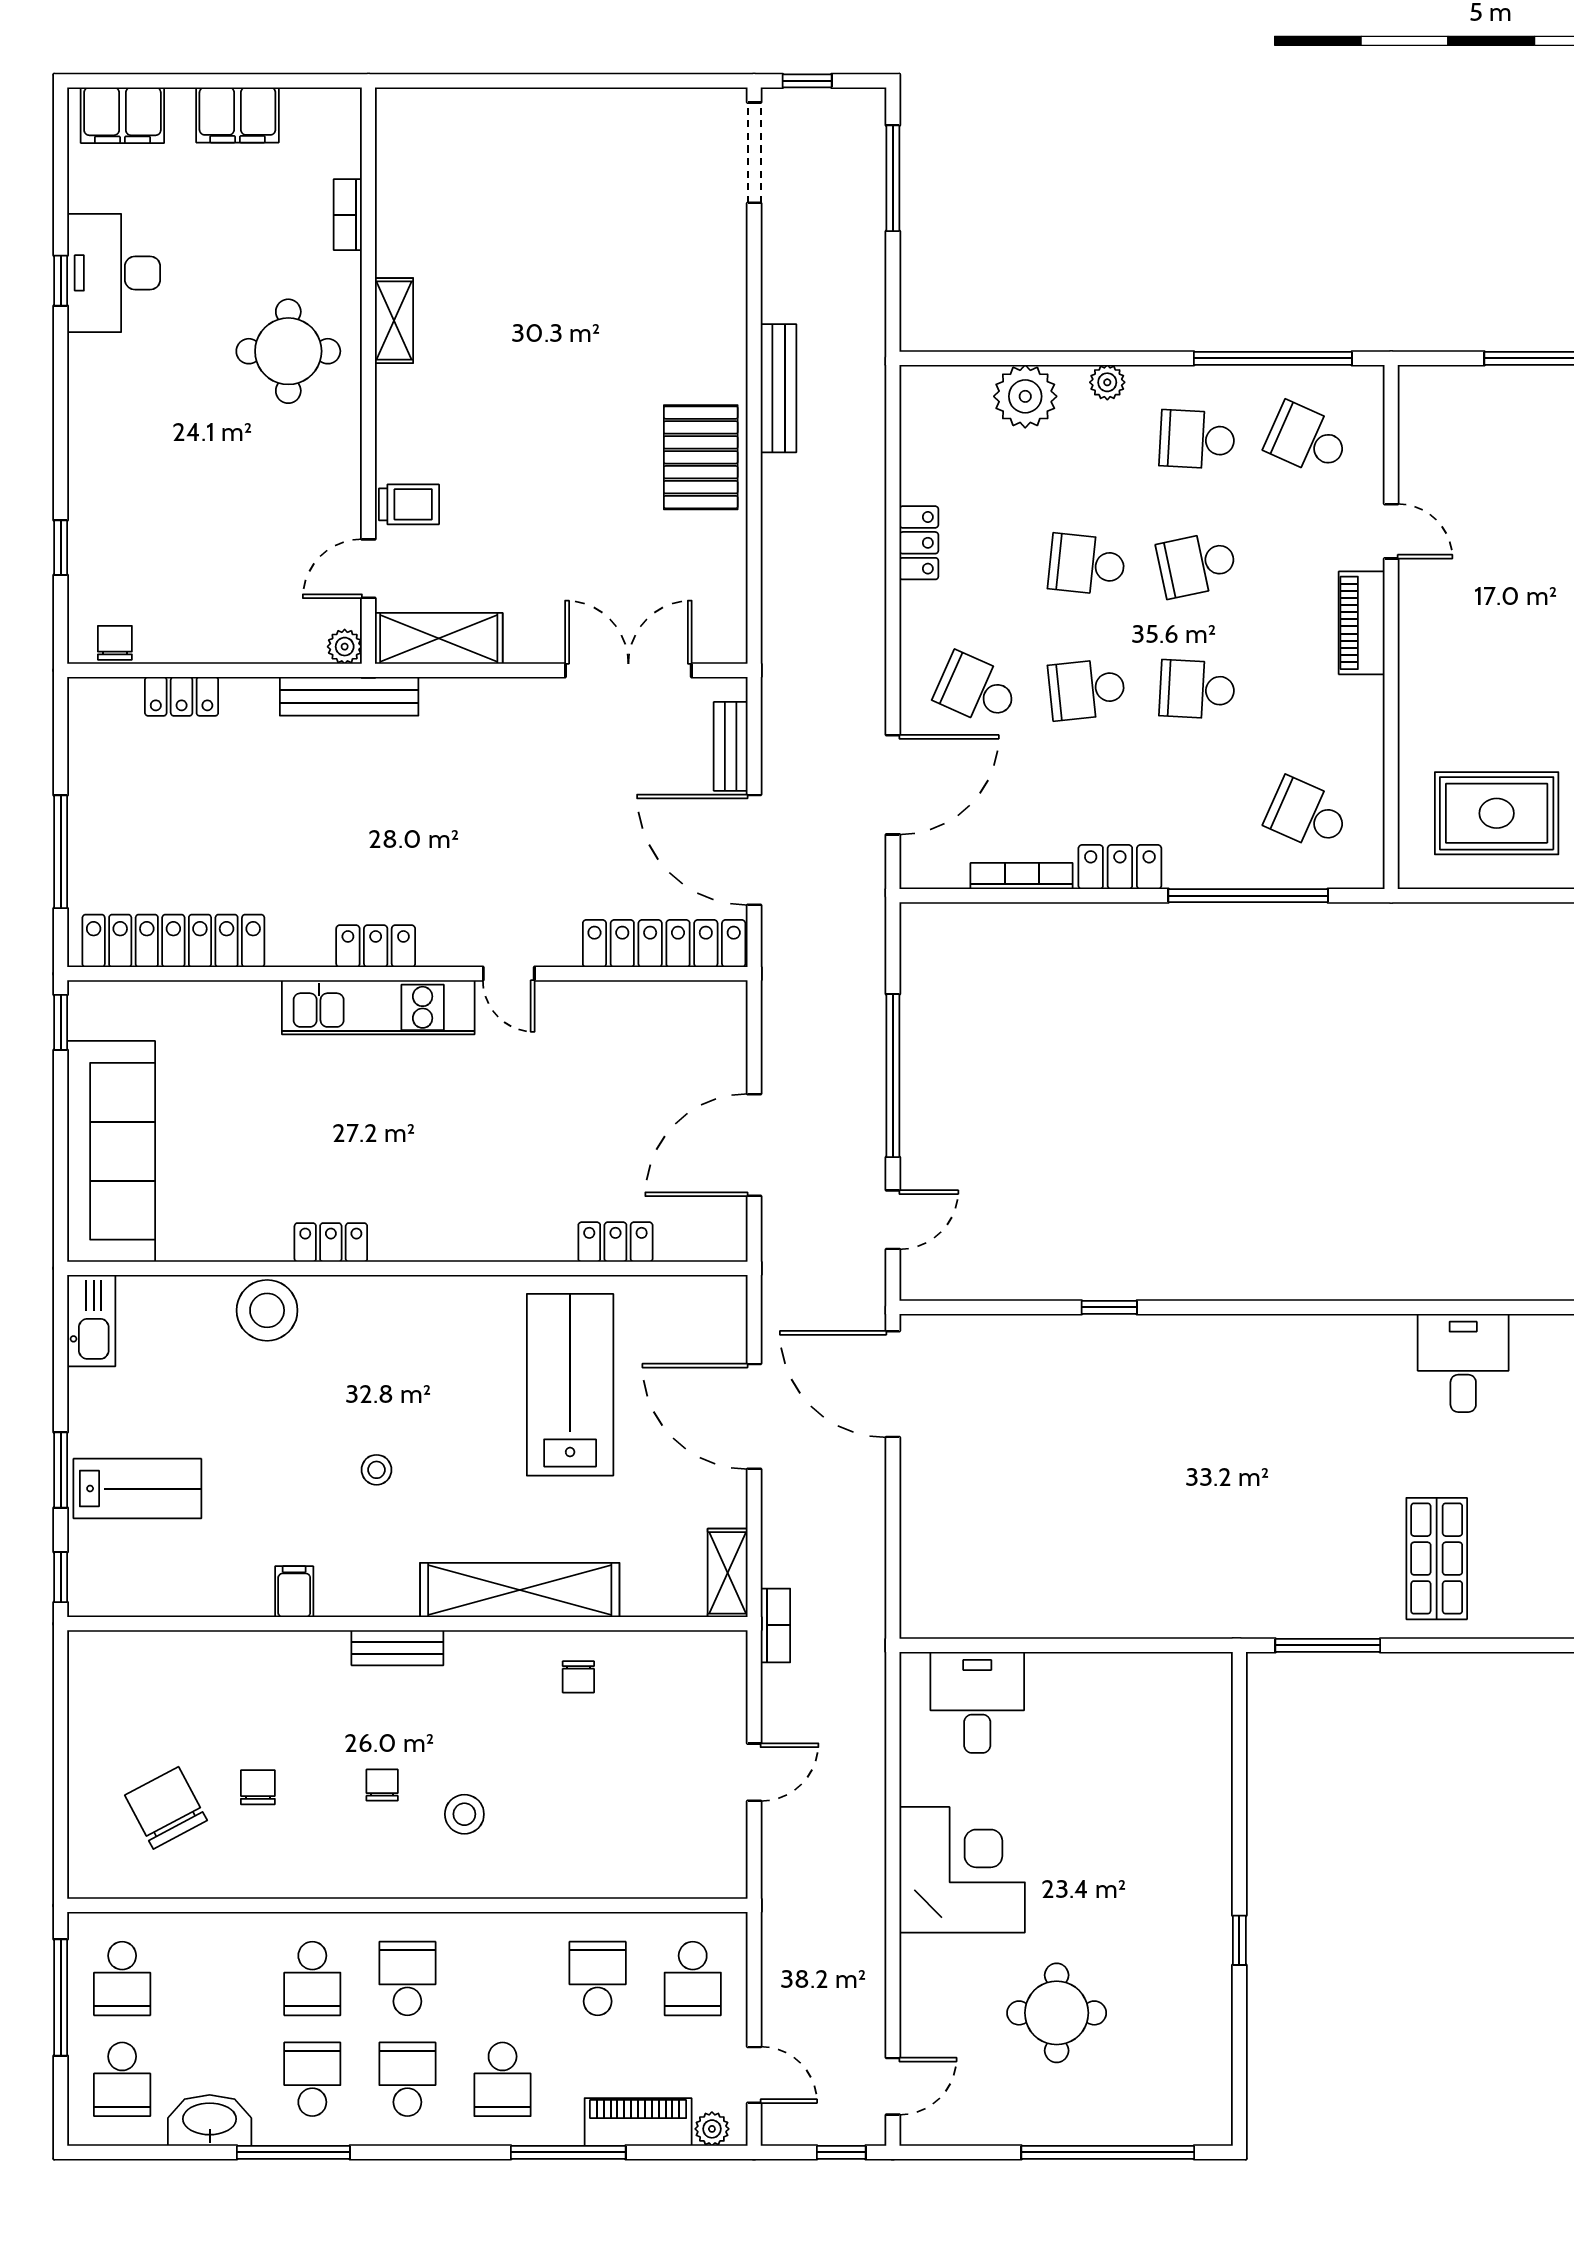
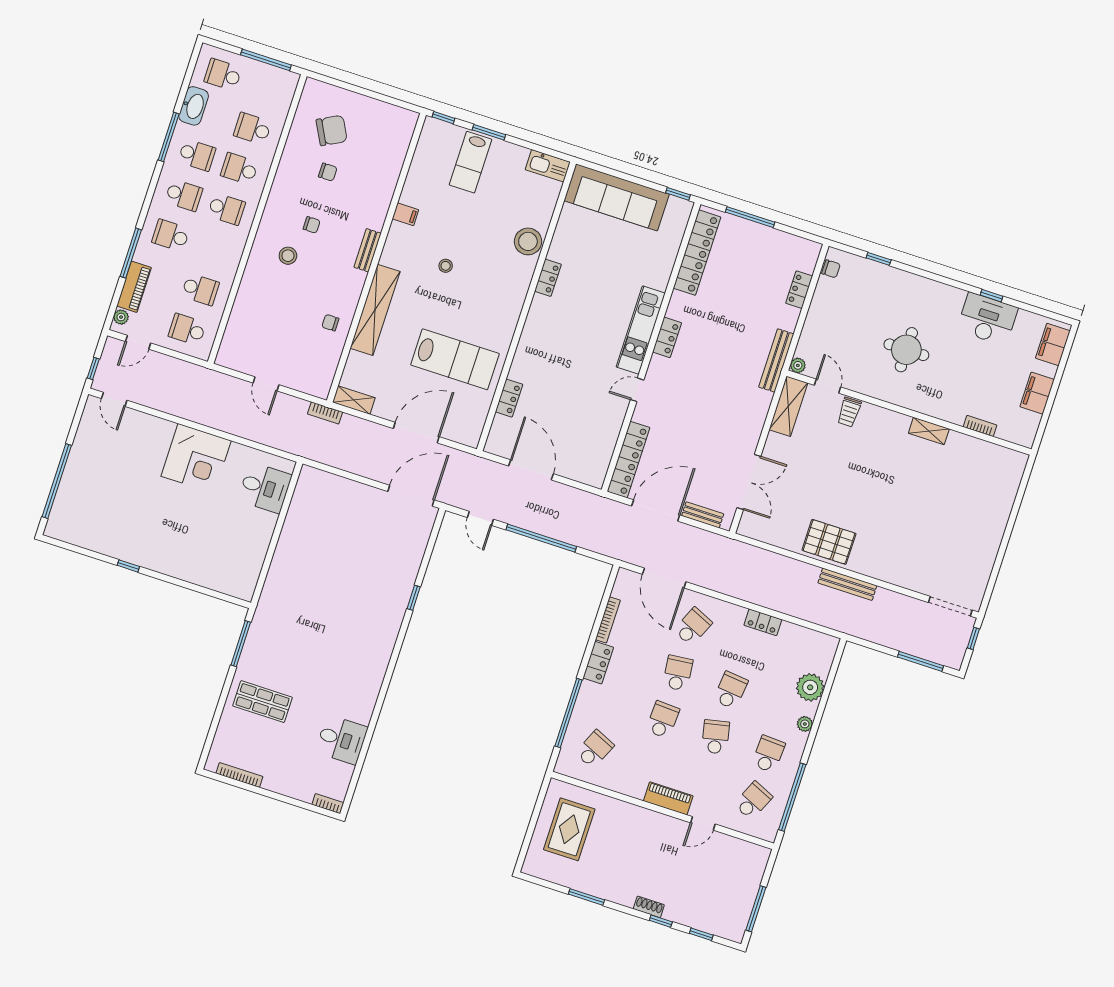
round table: (288, 351) -> (906, 350), moved
school desk: (122, 1978) -> (252, 129), moved
round table: (1057, 2013) -> (123, 479), removed

